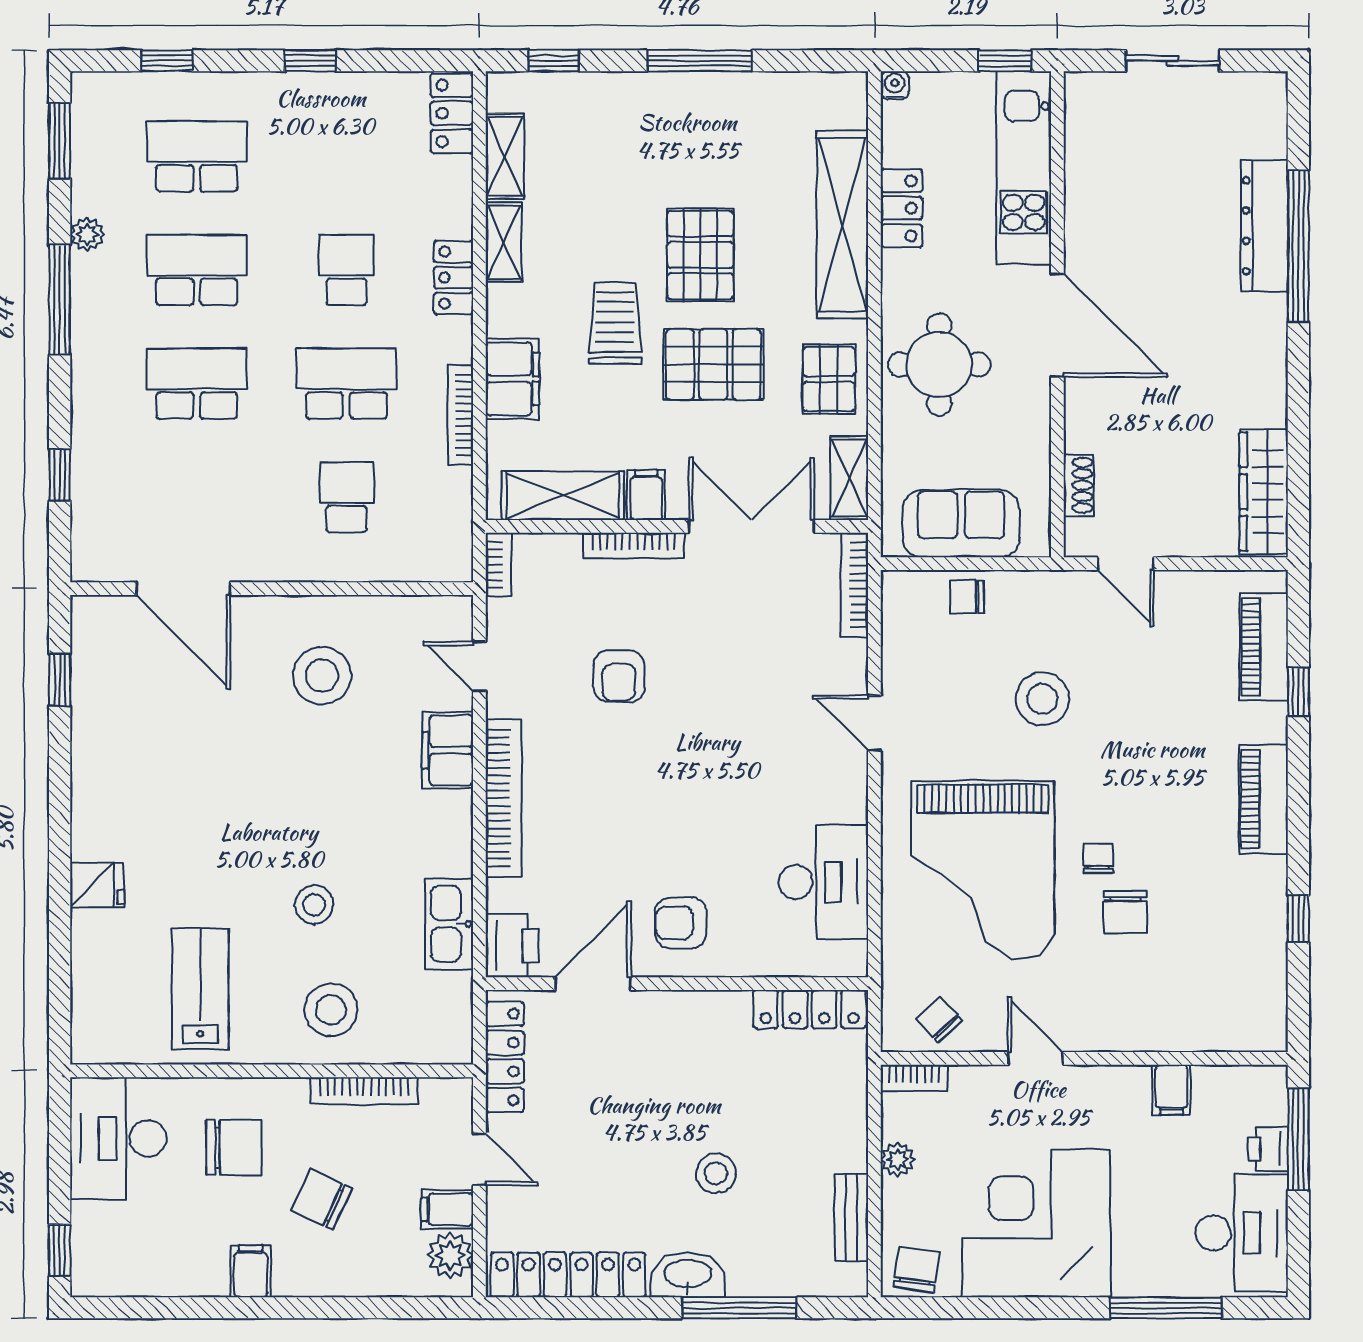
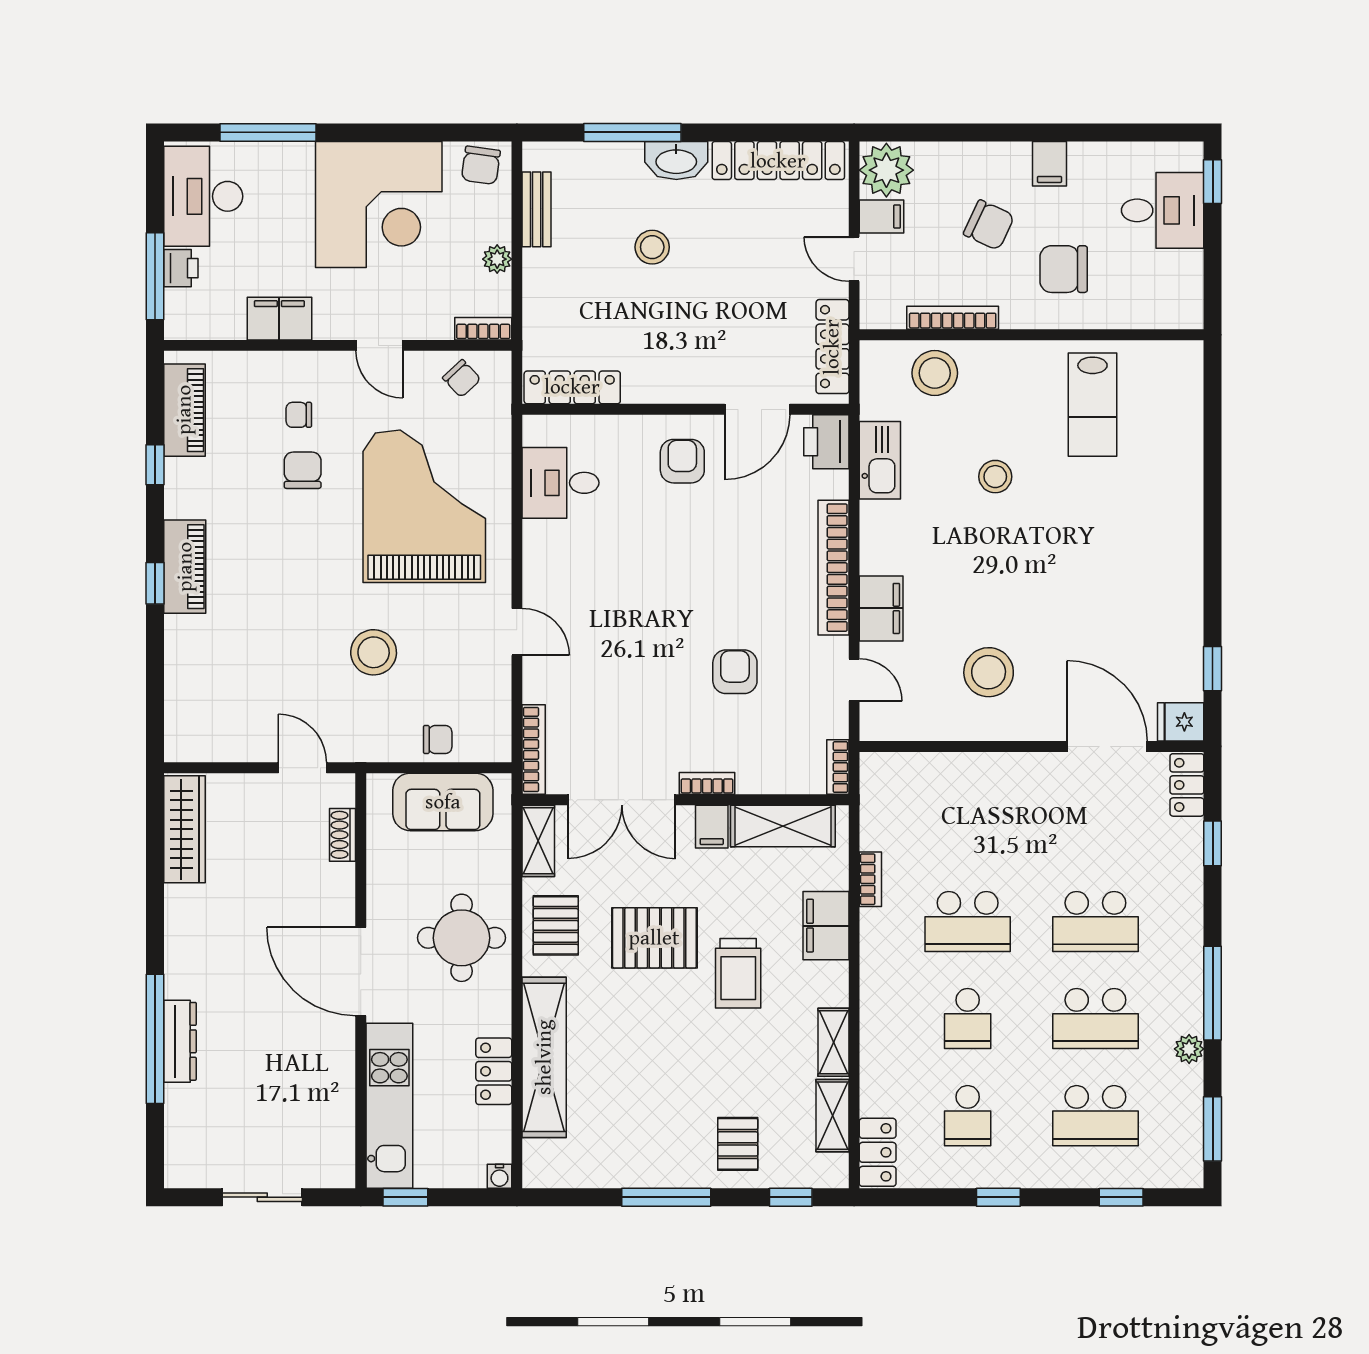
dresser: (1264, 226) -> (180, 1041), width x0.73, depth x0.80
pallet: (700, 255) -> (738, 1144), moved, width x0.67, depth x0.71
locker: (454, 278) -> (1187, 785), moved, turned 180
bookcase: (460, 415) -> (870, 879), width x0.64
school desk: (346, 497) -> (968, 1116), moved
bookcase: (634, 545) -> (707, 783), width x0.64
piano: (1264, 647) -> (184, 410), moved
window: (1298, 692) -> (155, 583), moved
chair: (1098, 859) -> (299, 415), moved, turned 90
desk: (823, 882) -> (561, 483), width x0.73
fridge: (97, 885) -> (1181, 722), moved
armchair: (681, 923) -> (682, 461), turned -90
stool: (331, 1010) -> (935, 373), moved
filing cabinet: (1171, 1090) -> (279, 319), width x2.00
desk: (118, 1138) -> (1163, 210), moved, width x0.73
plant: (450, 1255) -> (886, 170), width x1.36, depth x1.36

